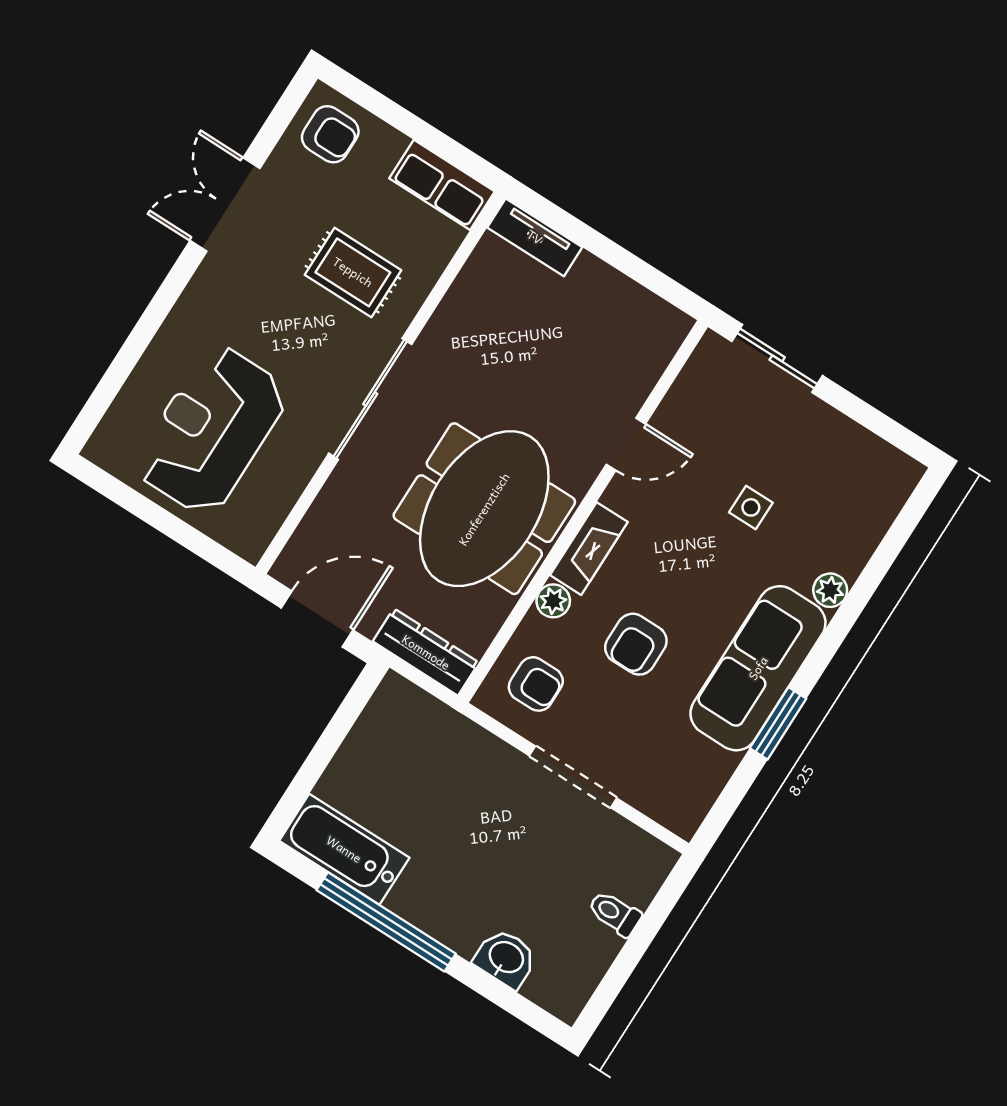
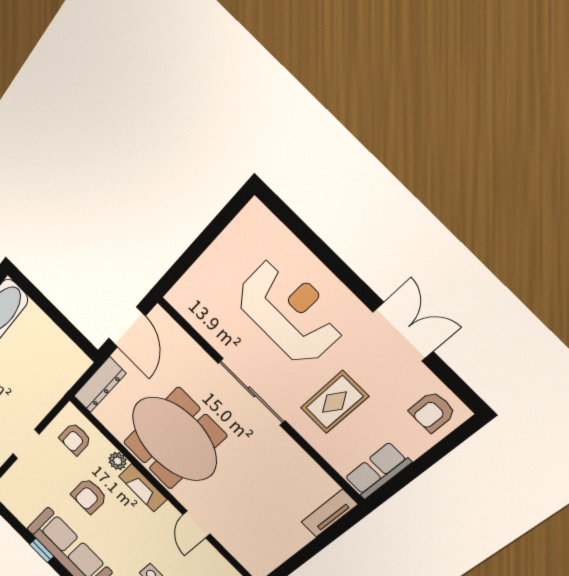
reception desk: (211, 430) -> (290, 311), moved
armchair: (636, 644) -> (89, 496), turned -90
window: (778, 723) -> (42, 550), width x0.67
doorway: (573, 777) -> (26, 444), width x0.73

